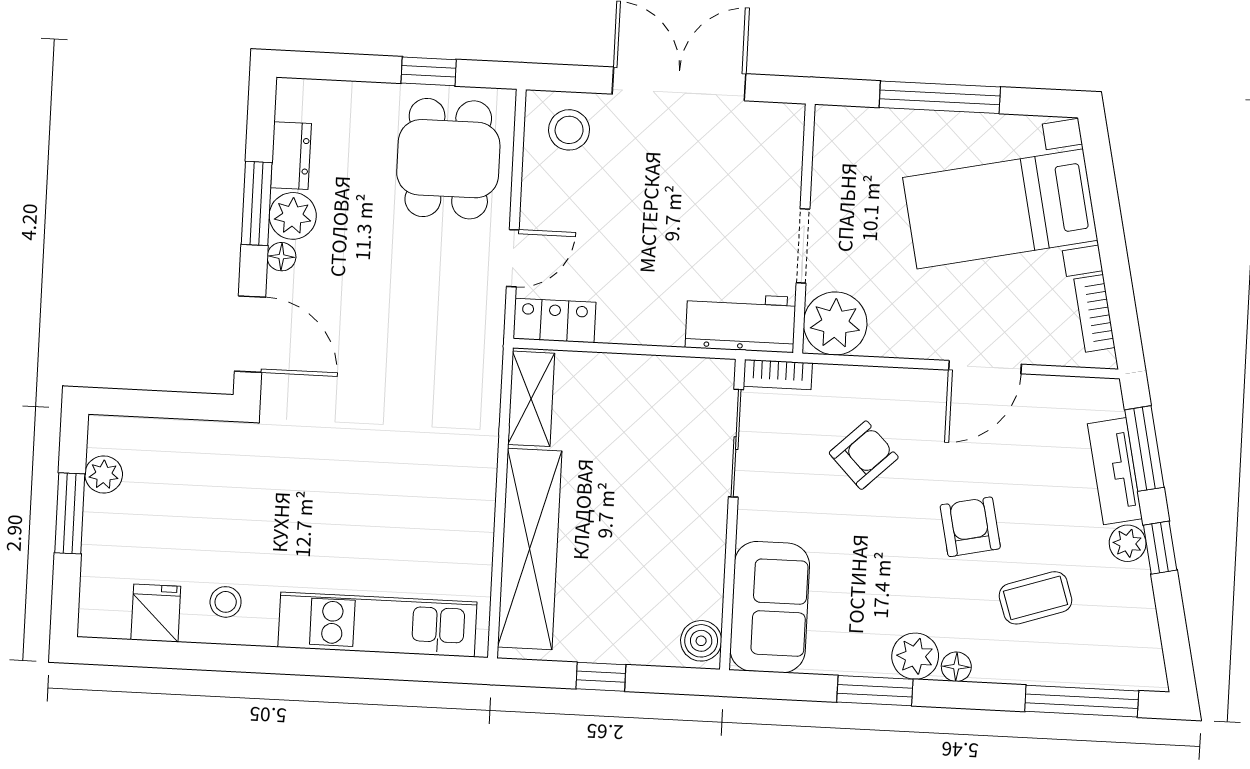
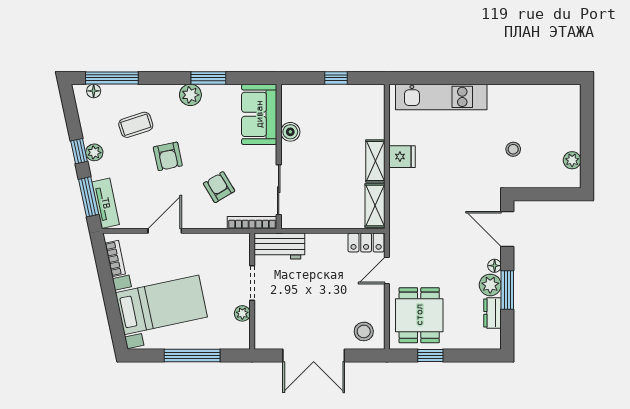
plant: (835, 323) -> (242, 313), moved, width x0.53, depth x0.53
bookcase: (778, 375) -> (252, 223), width x1.56
armchair: (864, 455) -> (219, 187), turned 103
tv unit: (1115, 471) -> (106, 203), moved
window: (70, 513) -> (587, 141), removed
shelving: (530, 549) -> (375, 161), width x0.45, depth x0.75
stool: (226, 602) -> (513, 149), moved
fridge: (156, 613) -> (402, 157), moved, turned -90
boiler: (701, 641) -> (290, 132), moved
floor lamp: (956, 667) -> (94, 91), moved

